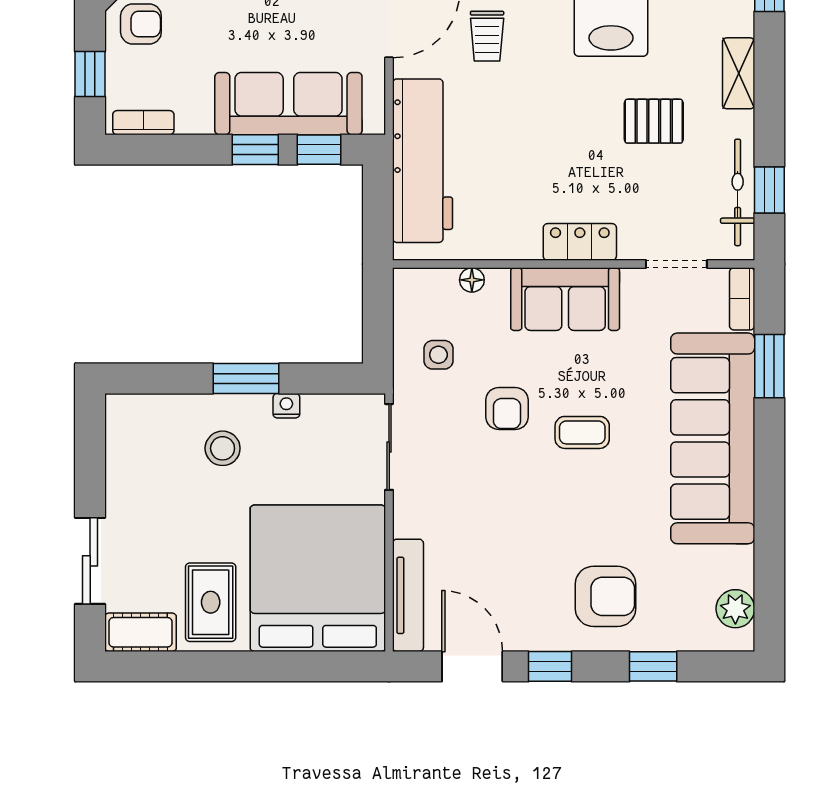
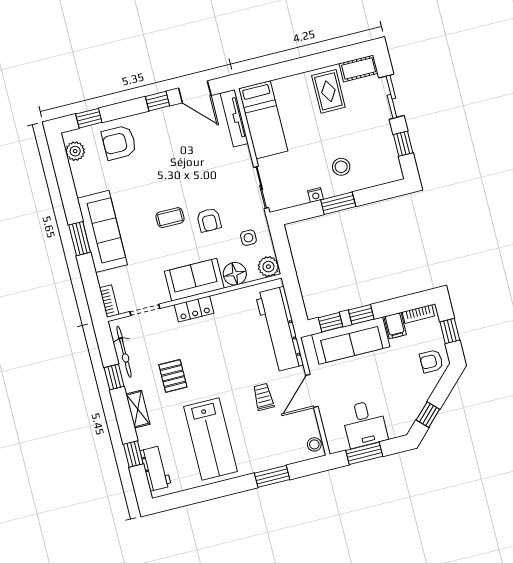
filing cabinet: (194, 111) -> (395, 326), added
pallet: (654, 121) -> (173, 376), turned 90
window: (769, 190) -> (114, 377), moved
floor lamp: (472, 280) -> (235, 274), width x1.89, depth x1.89
plant: (414, 289) -> (268, 267), added
window: (769, 366) -> (80, 239), moved
armchair: (507, 408) -> (209, 220), turned 180
sofa: (713, 438) -> (102, 231), width x0.74, depth x0.79
window: (90, 463) -> (403, 144), added
bed: (318, 578) -> (263, 120), width x0.49
armchair: (605, 596) -> (119, 143), moved
window: (653, 666) -> (89, 118), moved

